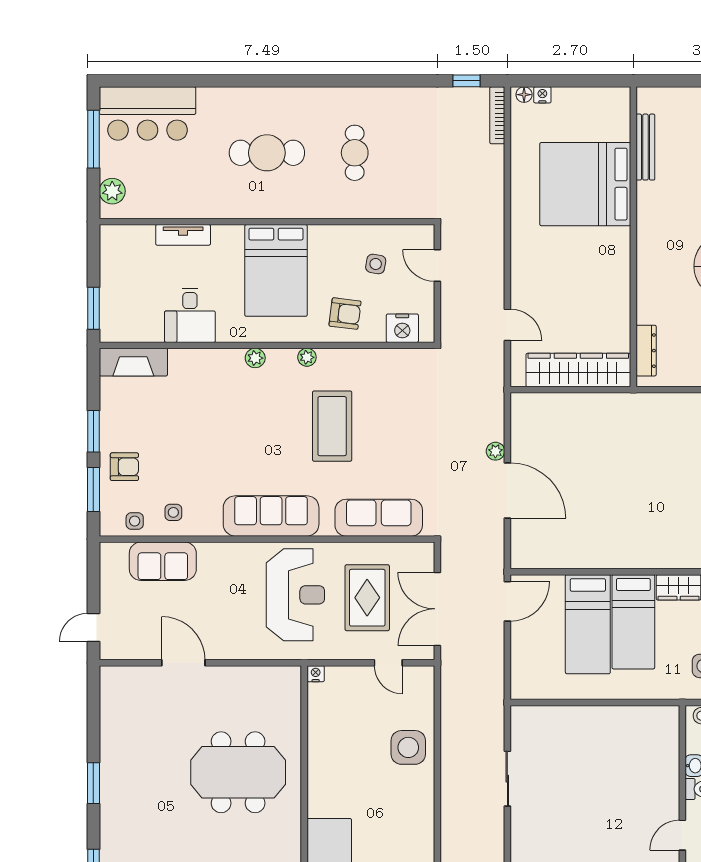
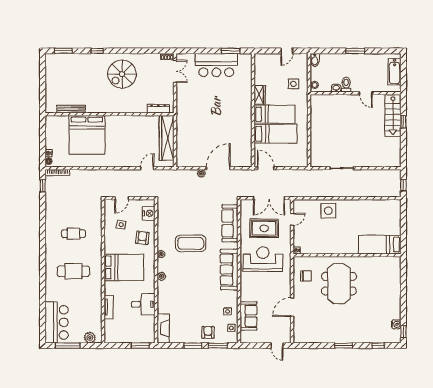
cafe table: (267, 153) -> (73, 271), turned 90
chair: (256, 696) -> (306, 276), added

